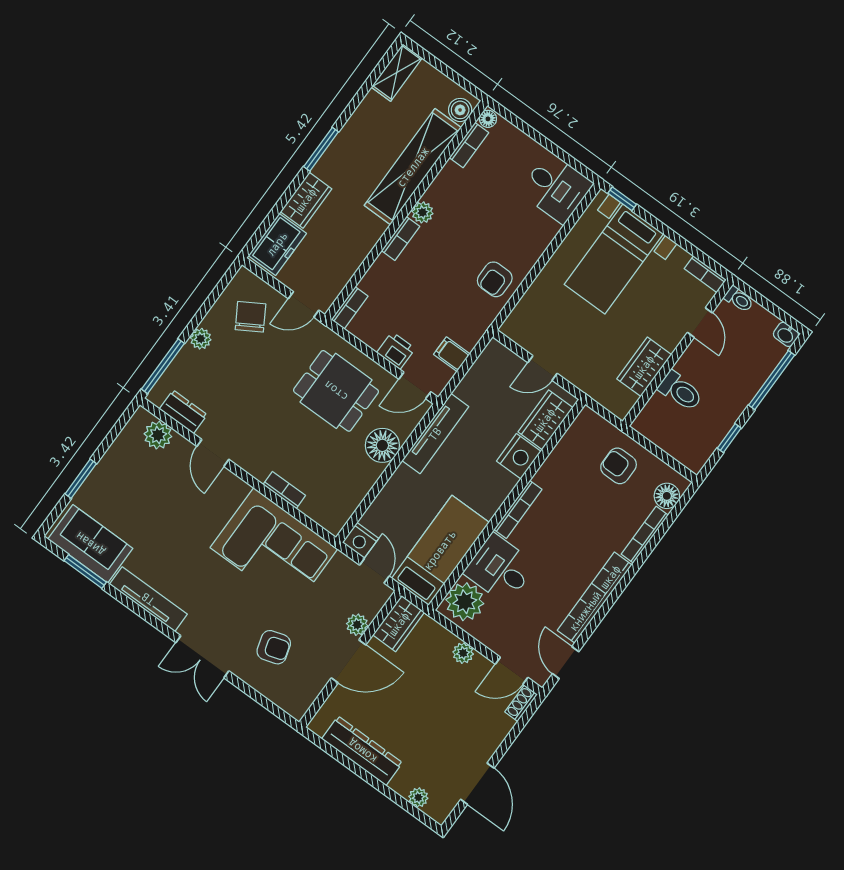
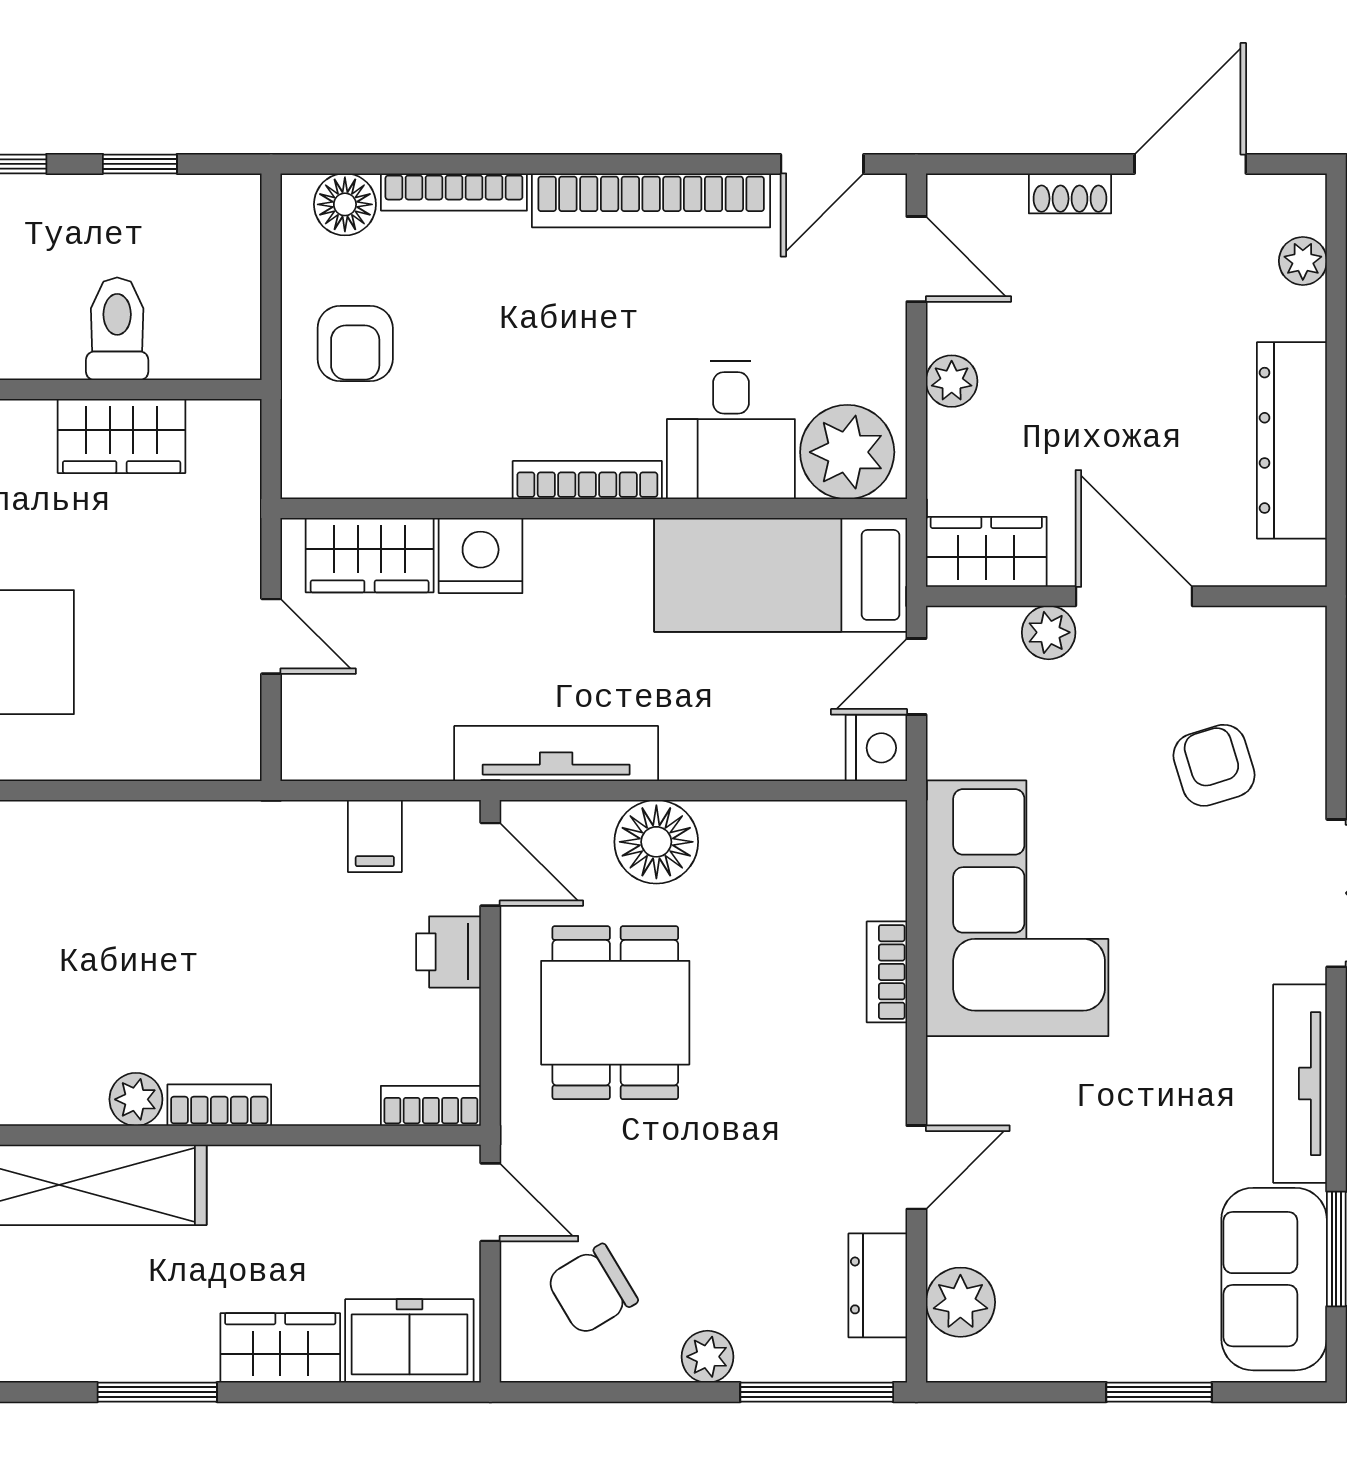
armchair: (495, 279) -> (164, 859), removed
shoe rack: (521, 703) -> (1070, 193), moved

